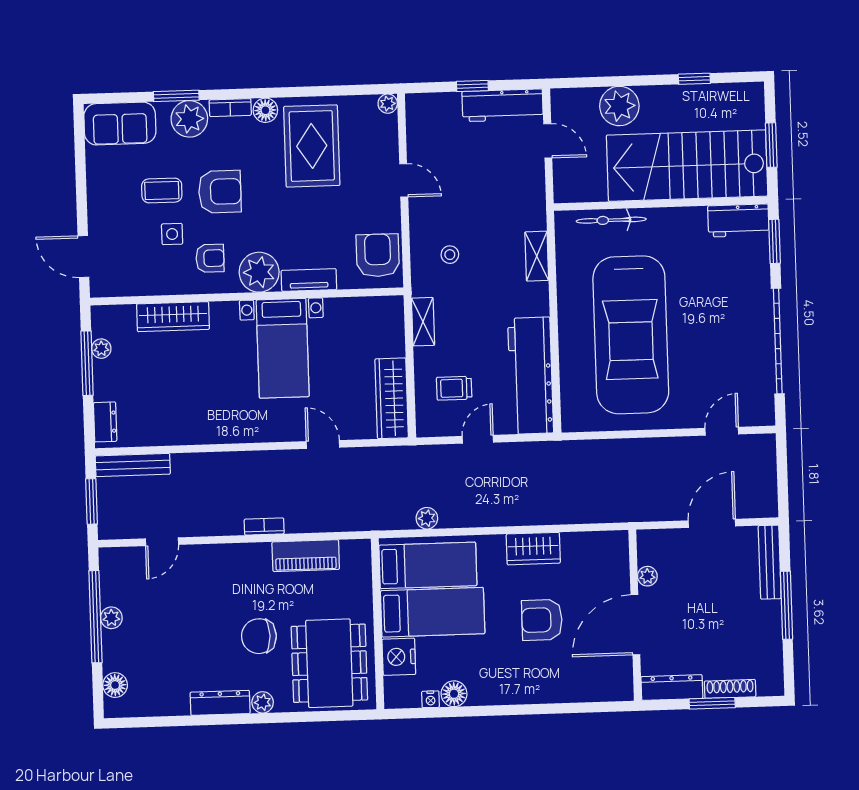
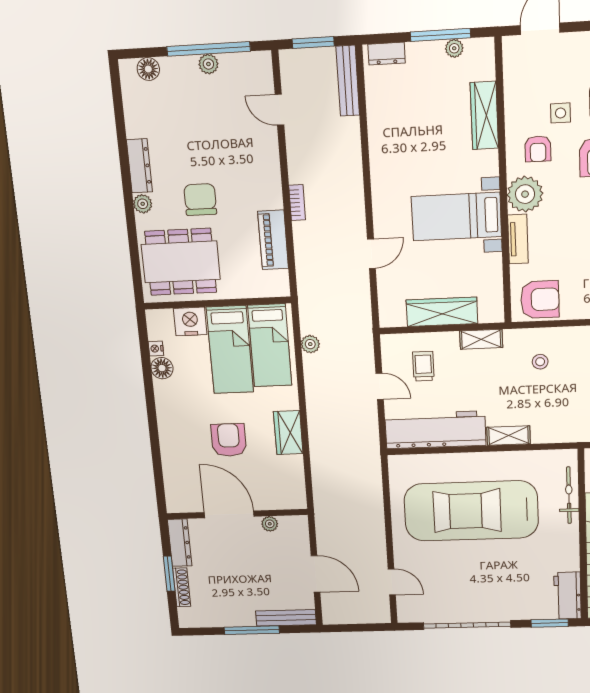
shelving: (537, 256) -> (509, 436), moved
wardrobe: (392, 398) -> (442, 312), moved

